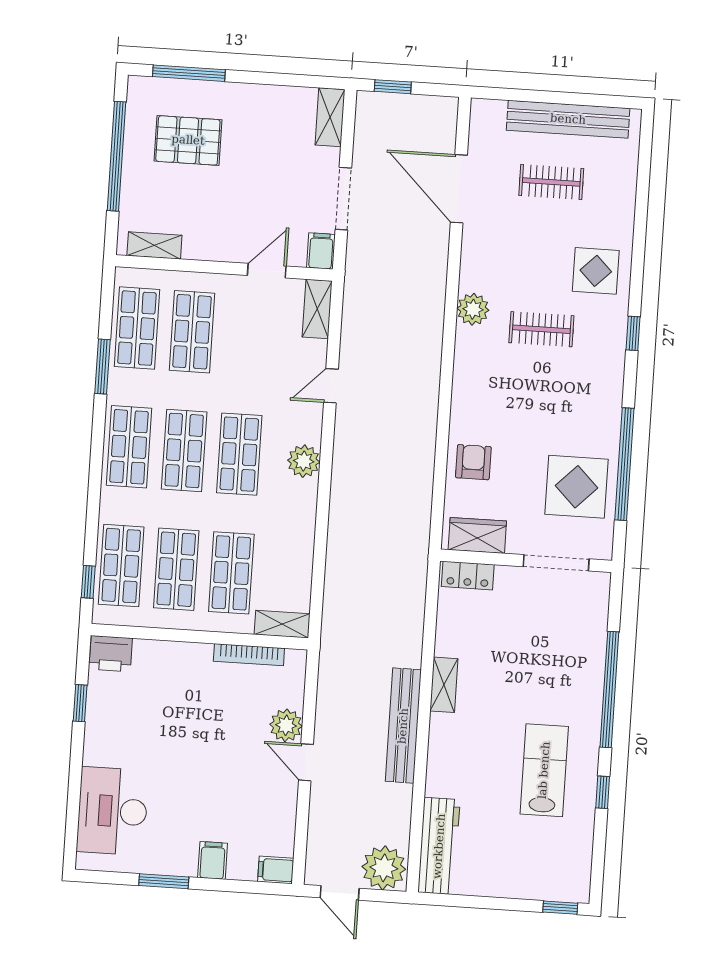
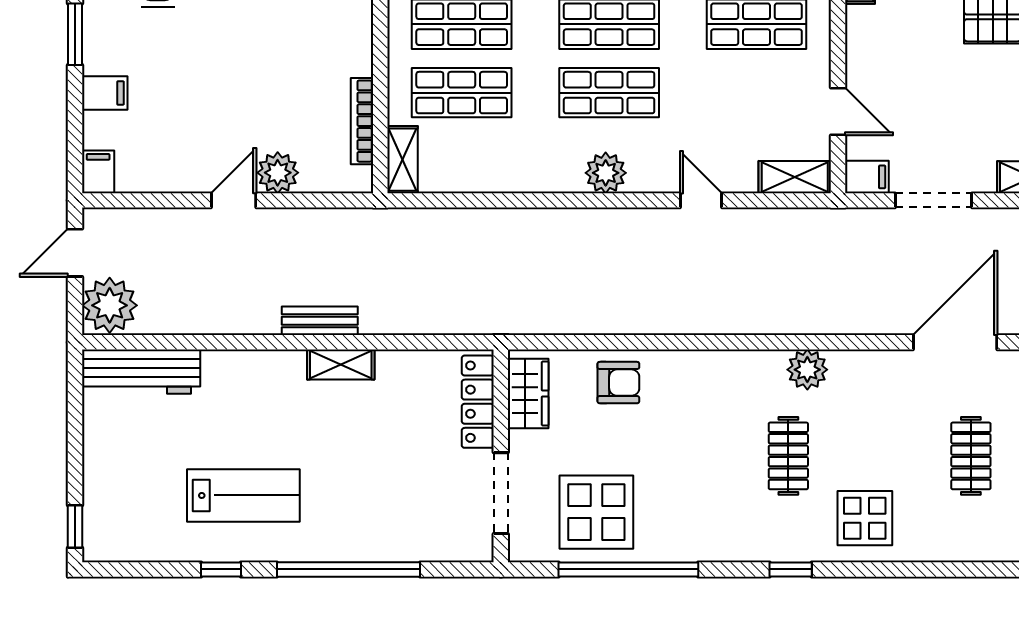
locker: (468, 576) -> (478, 402), width x1.53
bench: (403, 726) -> (320, 321), width x0.54, depth x0.82

